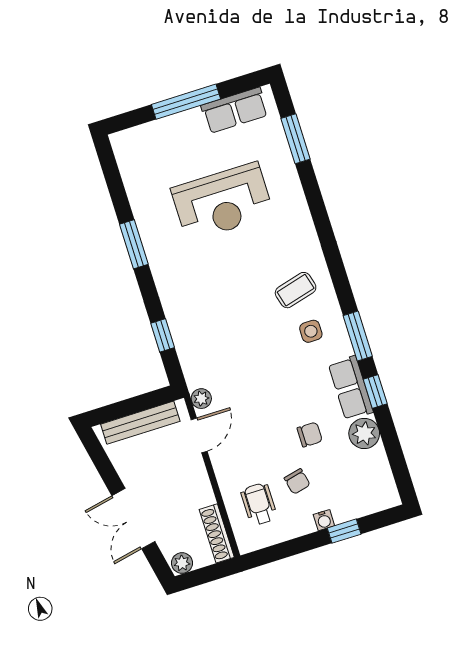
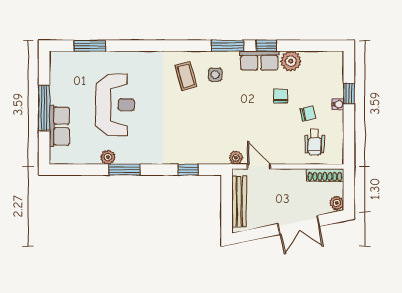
row of seats: (235, 110) -> (59, 126), moved
plant: (144, 215) -> (108, 157), added
wheelchair: (259, 504) -> (315, 142), turned -90

